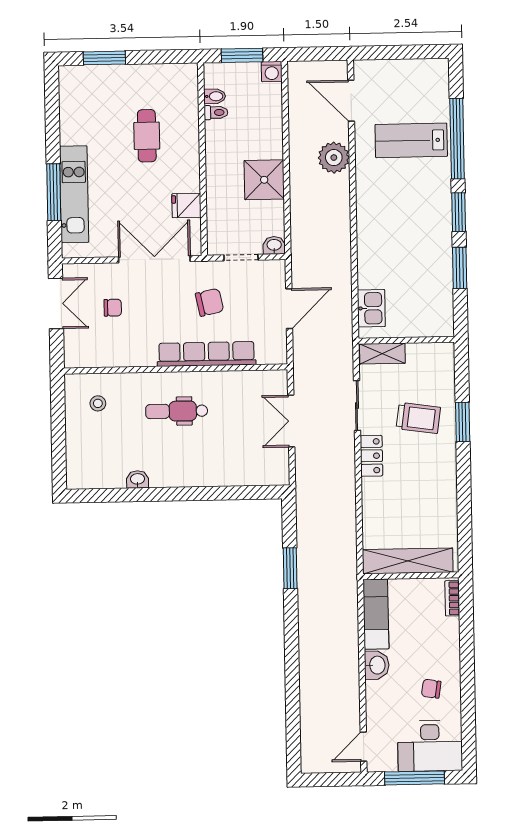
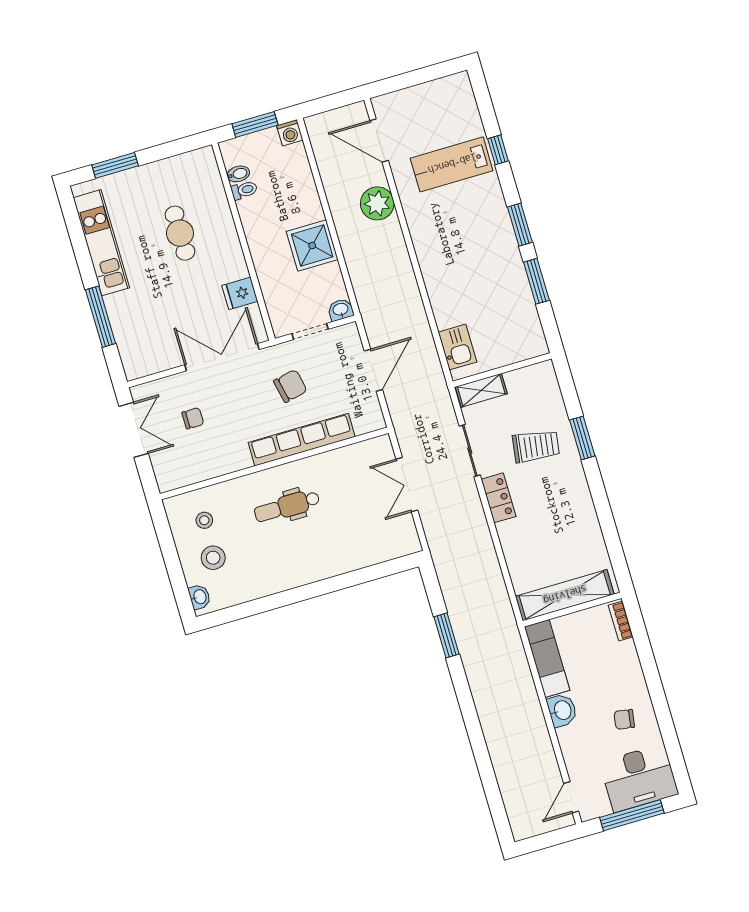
window: (457, 139) -> (498, 150), width x0.32
kitchen unit: (74, 194) -> (101, 243), moved
stool: (97, 440) -> (213, 558), added
washbasin: (137, 479) -> (199, 597), moved, turned 90

